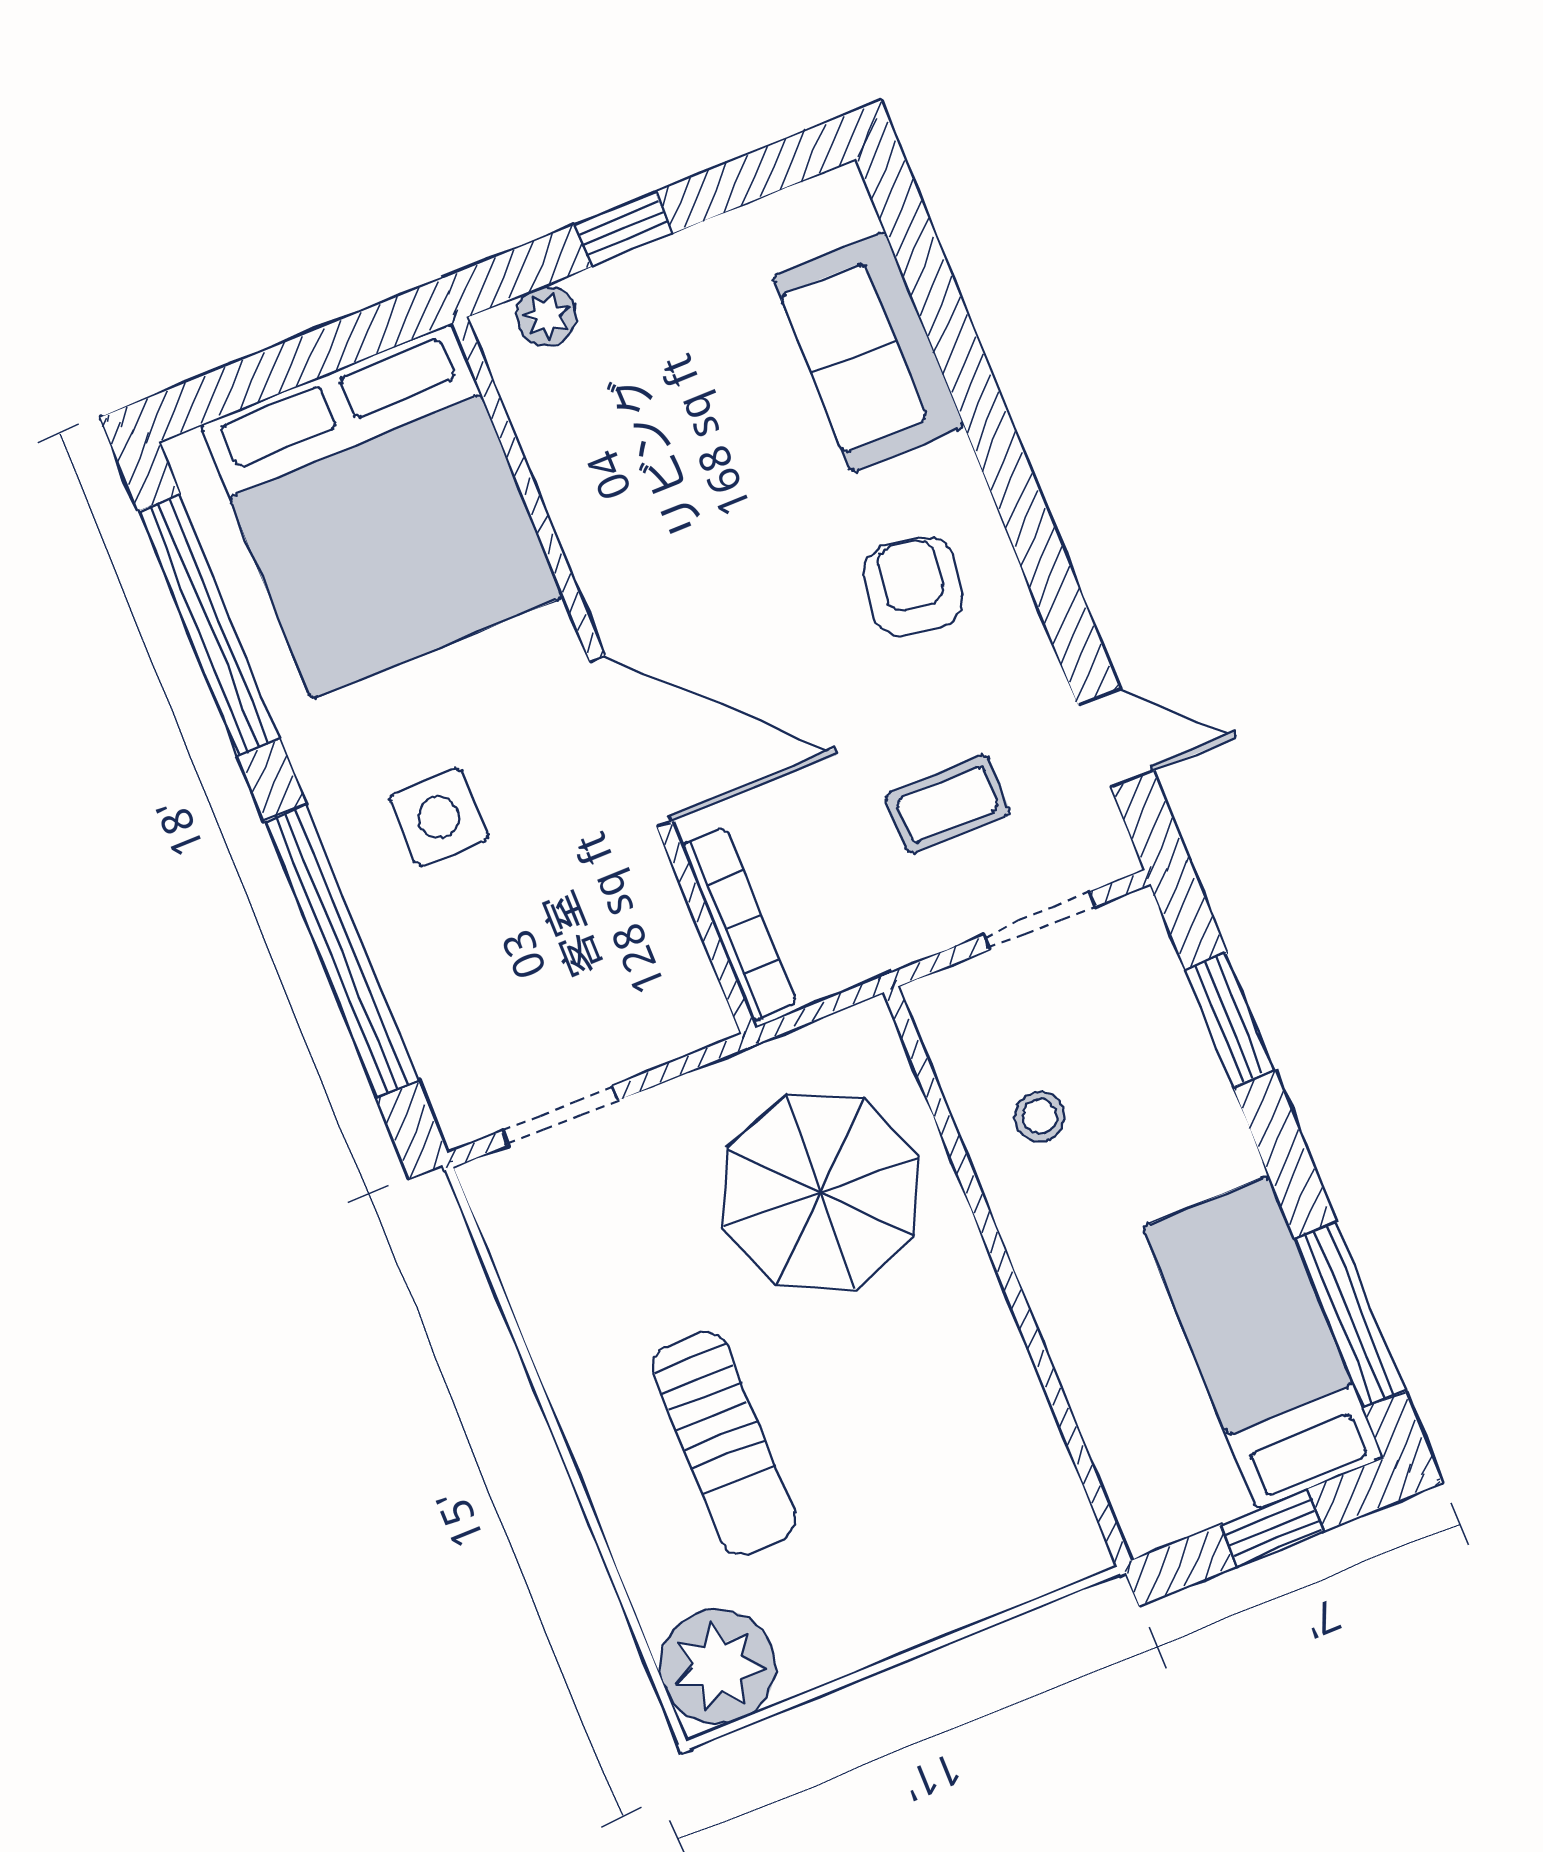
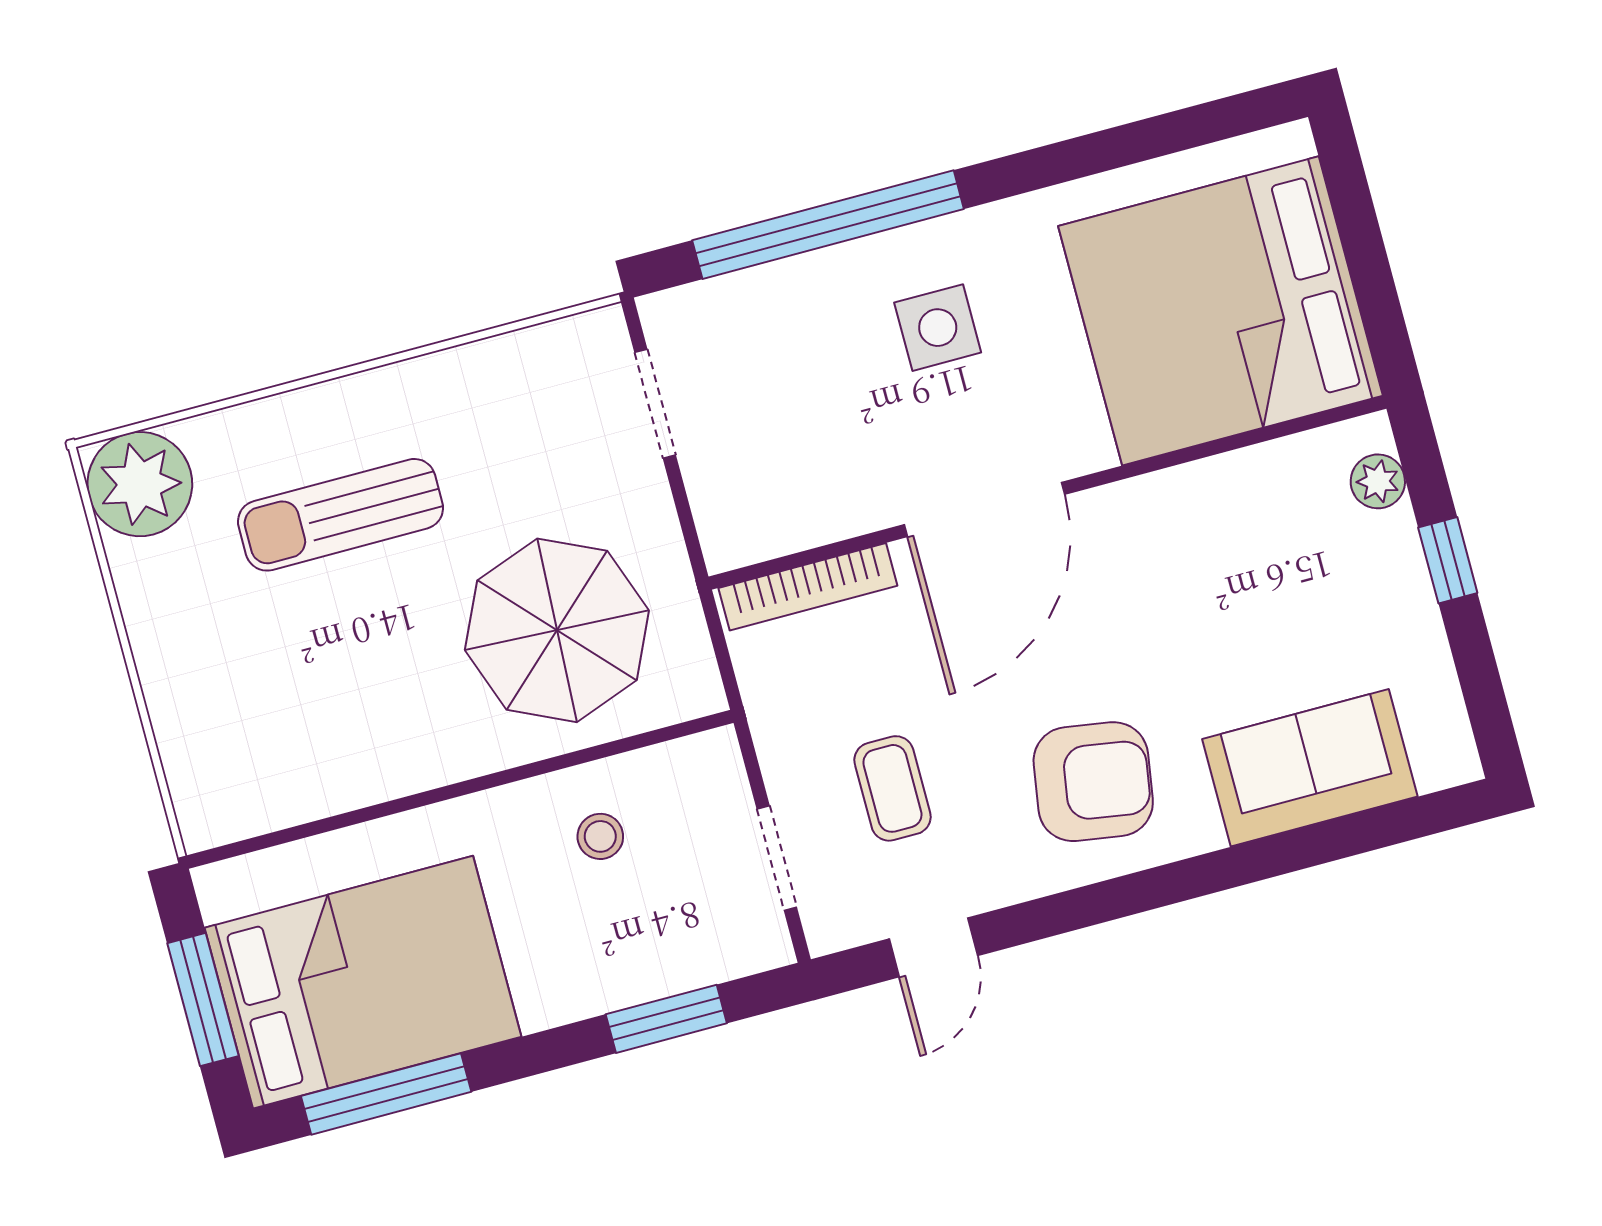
armchair: (913, 586) -> (1093, 782), width x1.38, depth x1.38
window: (209, 625) -> (1137, 142), removed
bed: (1263, 1343) -> (363, 982), width x1.50
window: (1272, 1528) -> (203, 1000), width x1.50

